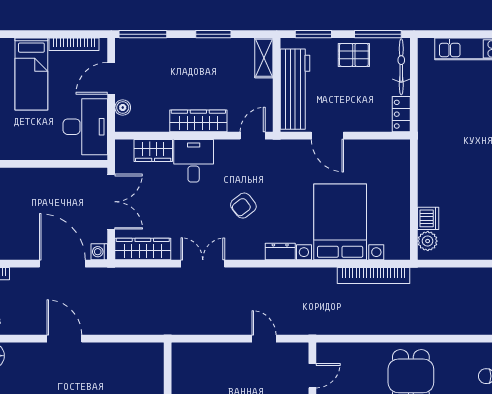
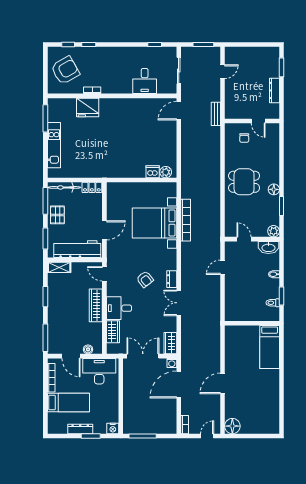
wardrobe: (143, 249) -> (170, 343), width x0.67
dresser: (280, 251) -> (172, 279), moved
bookcase: (374, 275) -> (186, 220), moved

